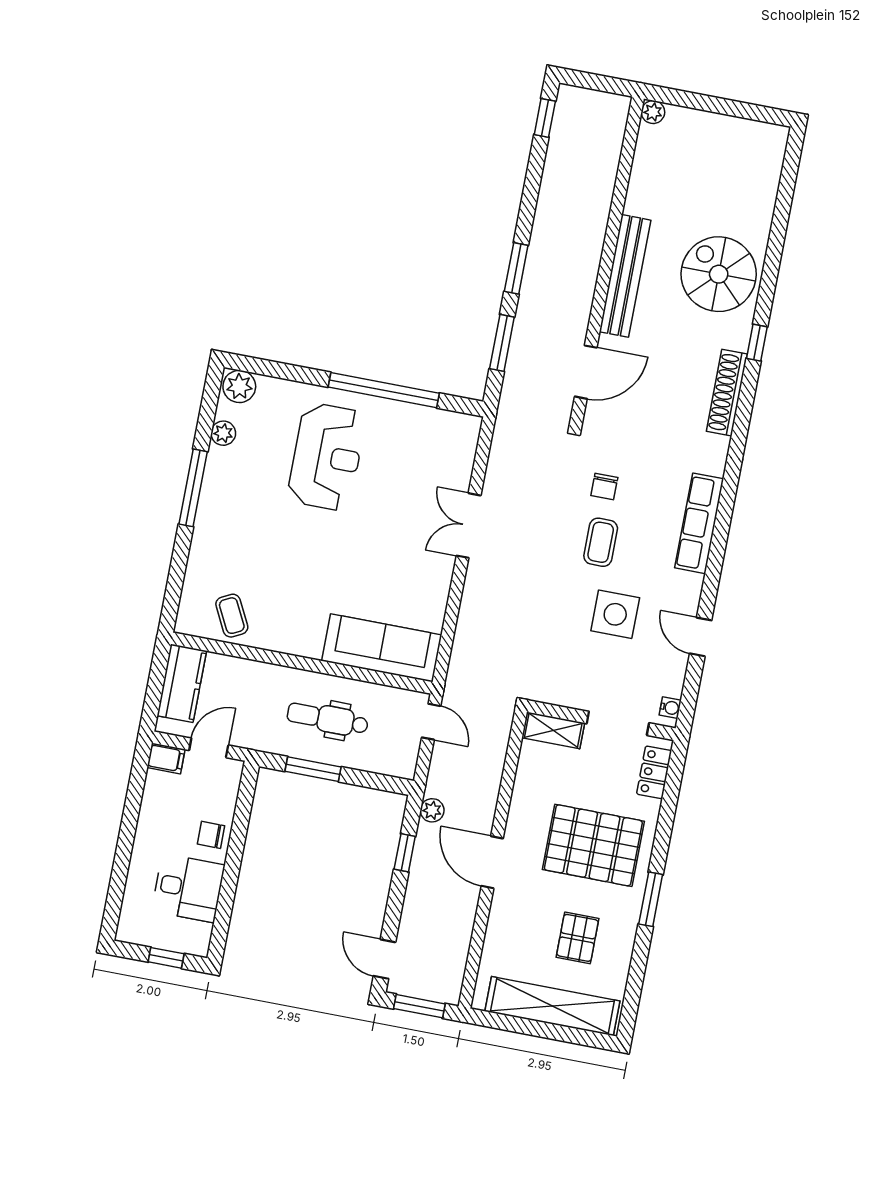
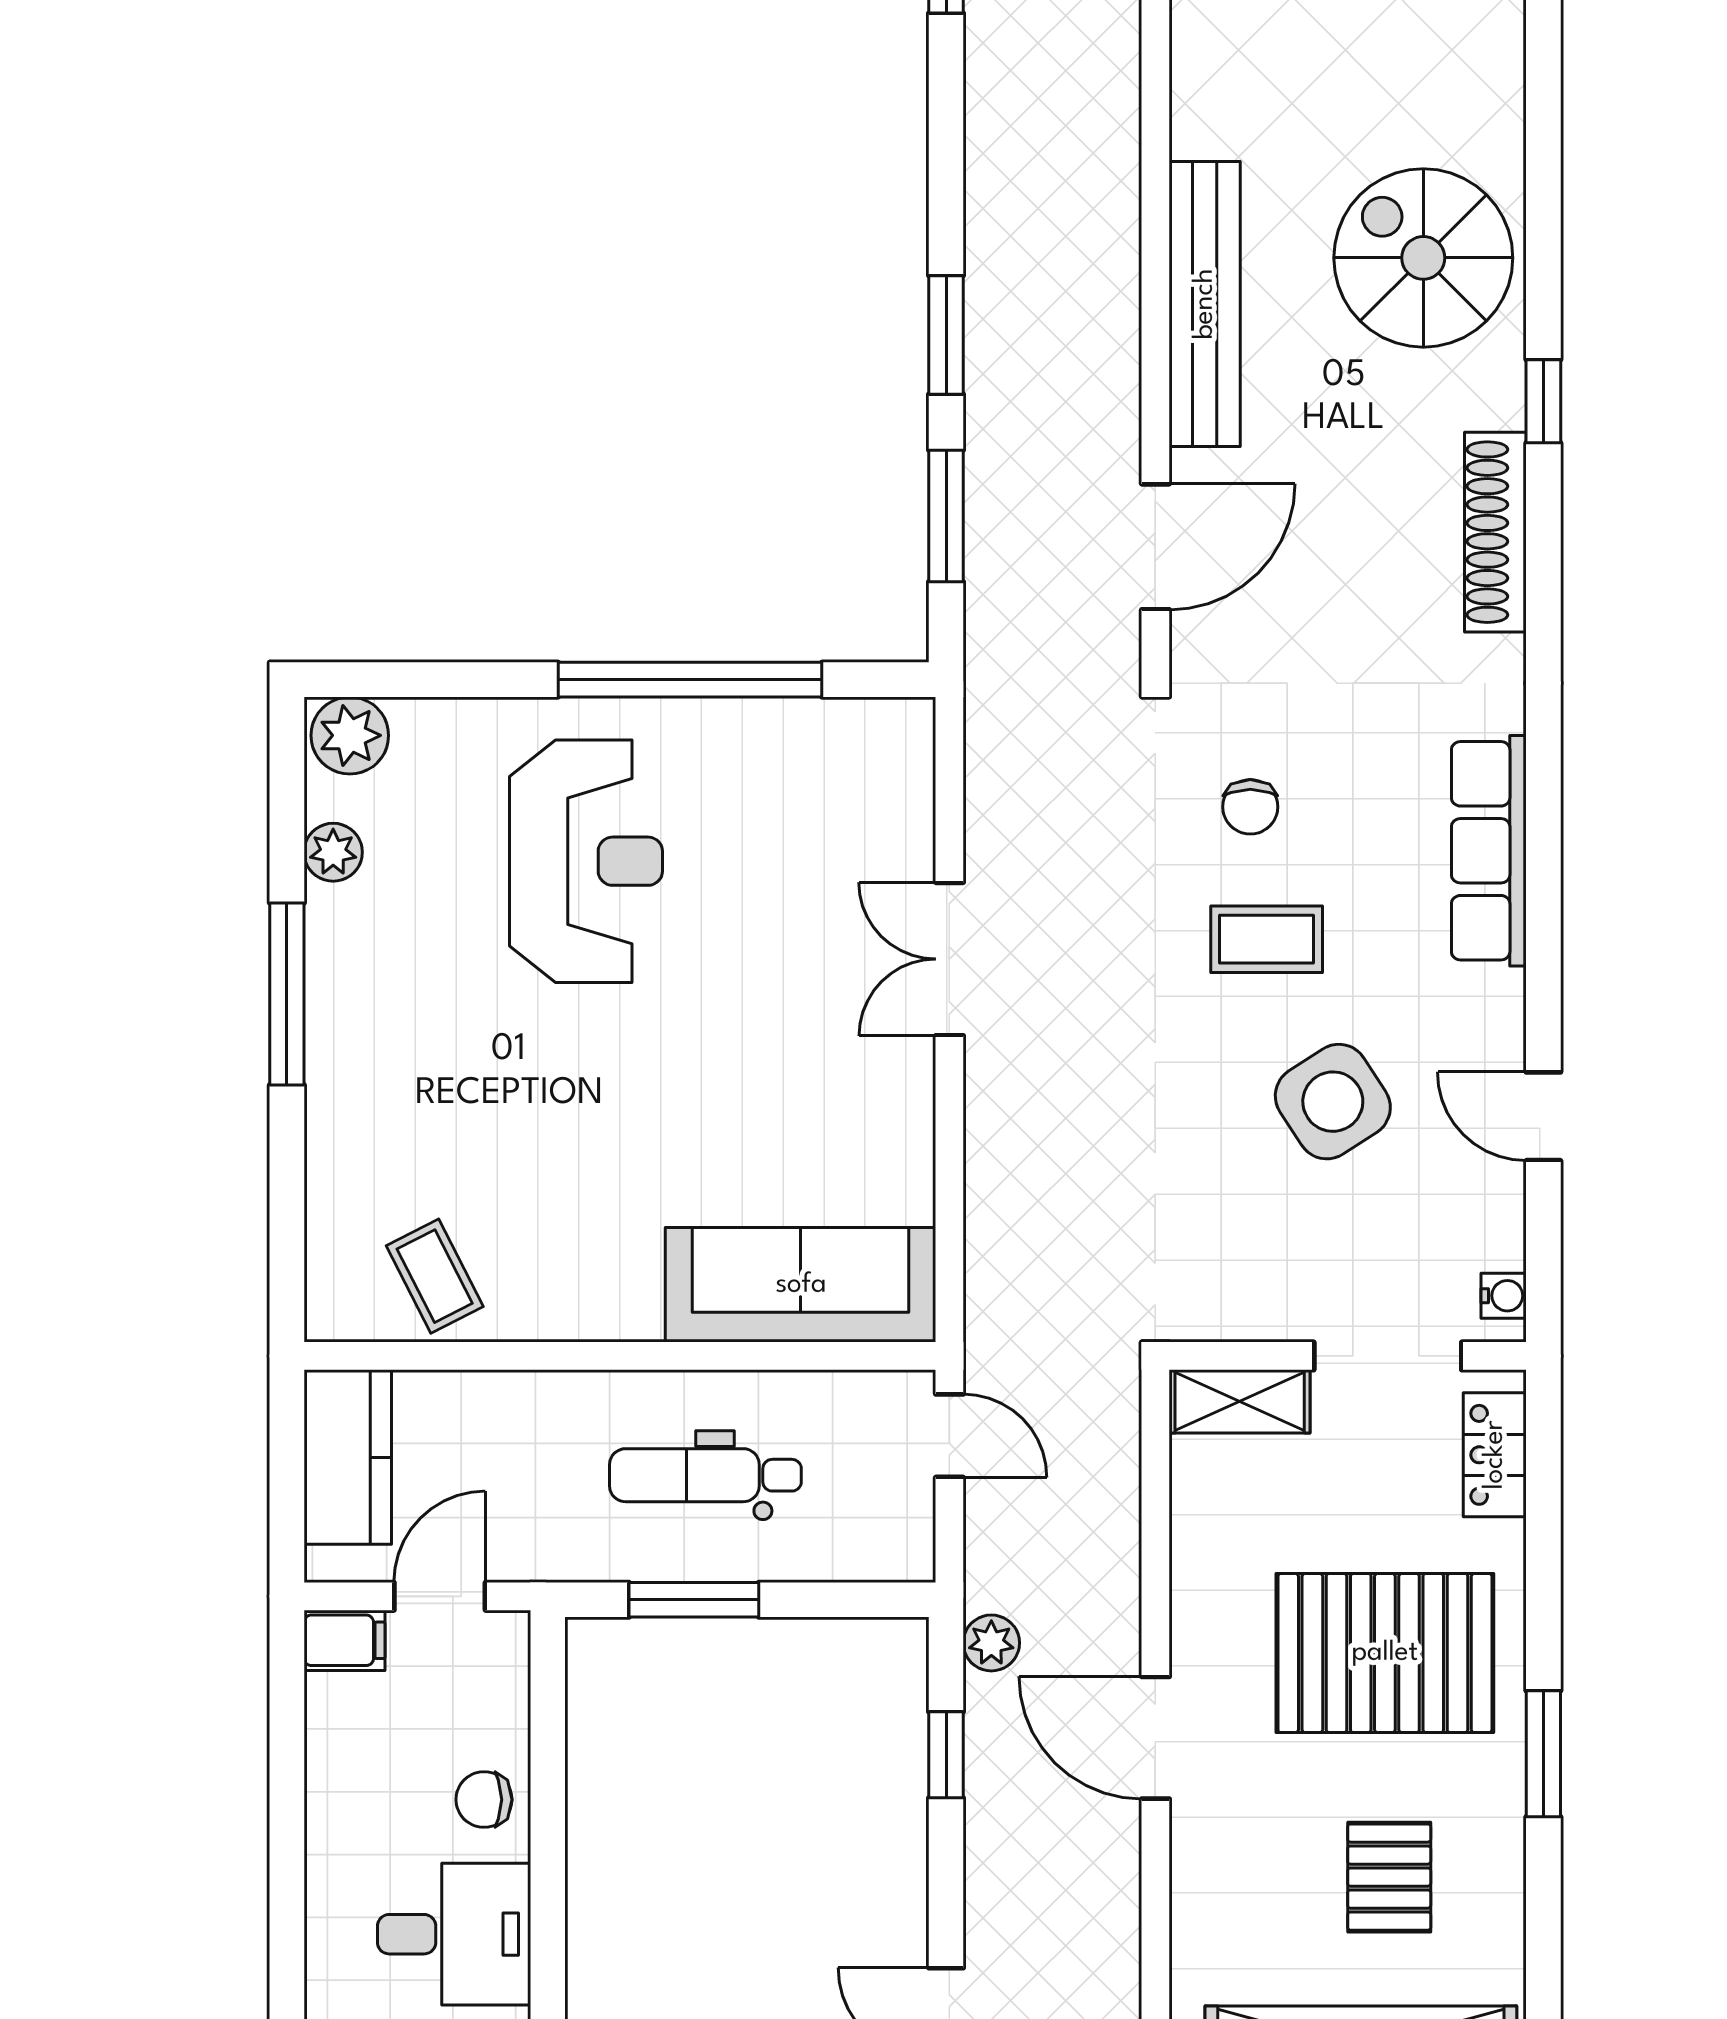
coffee table: (601, 542) -> (1267, 939), turned 90
side table: (615, 614) -> (1333, 1102), turned -33

